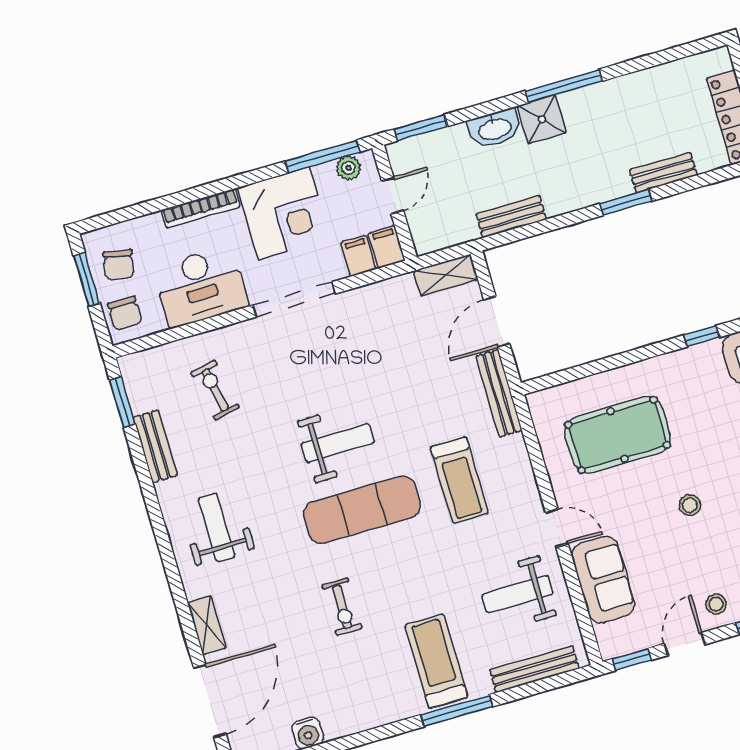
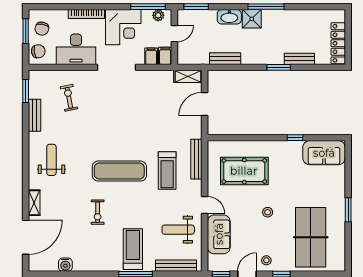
chair: (125, 313) -> (38, 51), turned -99
bench: (499, 393) -> (196, 159), moved
weight bench: (338, 443) -> (117, 138), removed

